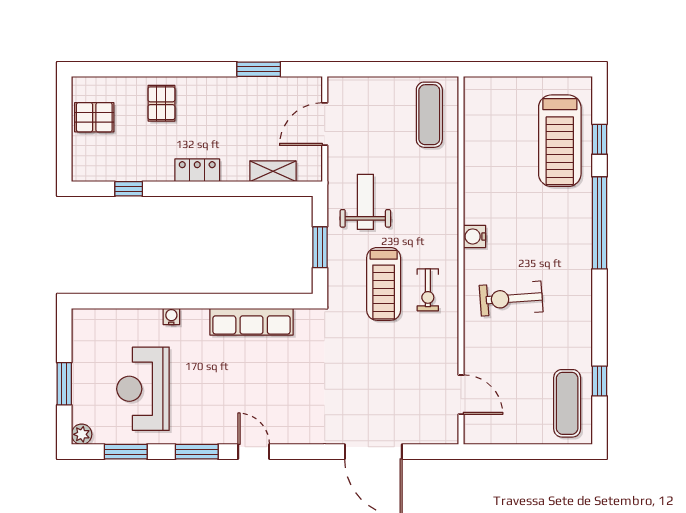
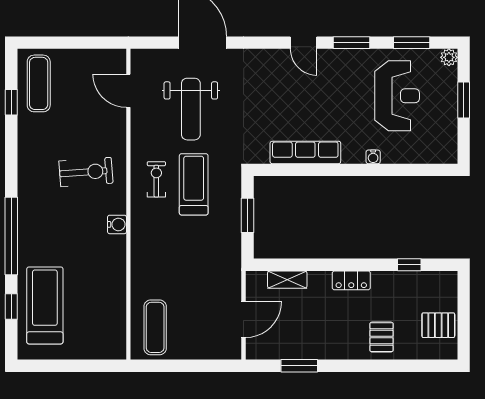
weight bench: (365, 202) -> (191, 109), moved, width x1.36, depth x1.33

